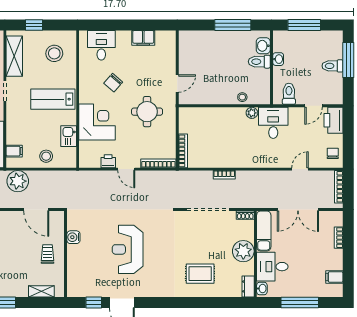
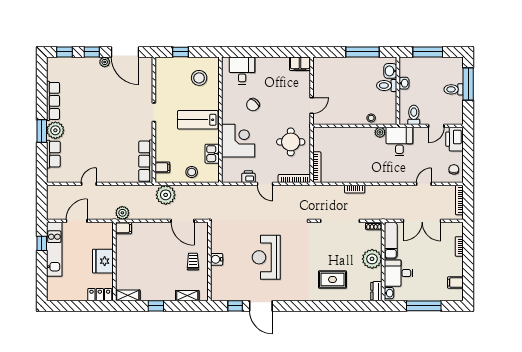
filing cabinet: (143, 38) -> (300, 64), moved
shelving: (14, 56) -> (162, 81), removed
round table: (147, 112) -> (291, 142), moved
water cooler: (73, 237) -> (217, 259), moved

